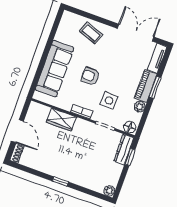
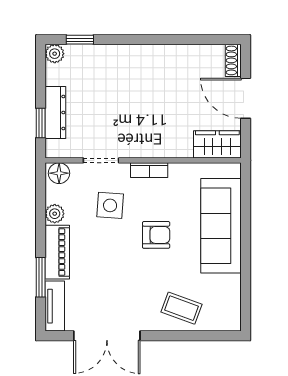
window: (155, 87) -> (41, 277), moved
wardrobe: (61, 120) -> (217, 144), moved
dresser: (124, 150) -> (55, 112), moved
window: (60, 181) -> (80, 40), moved

